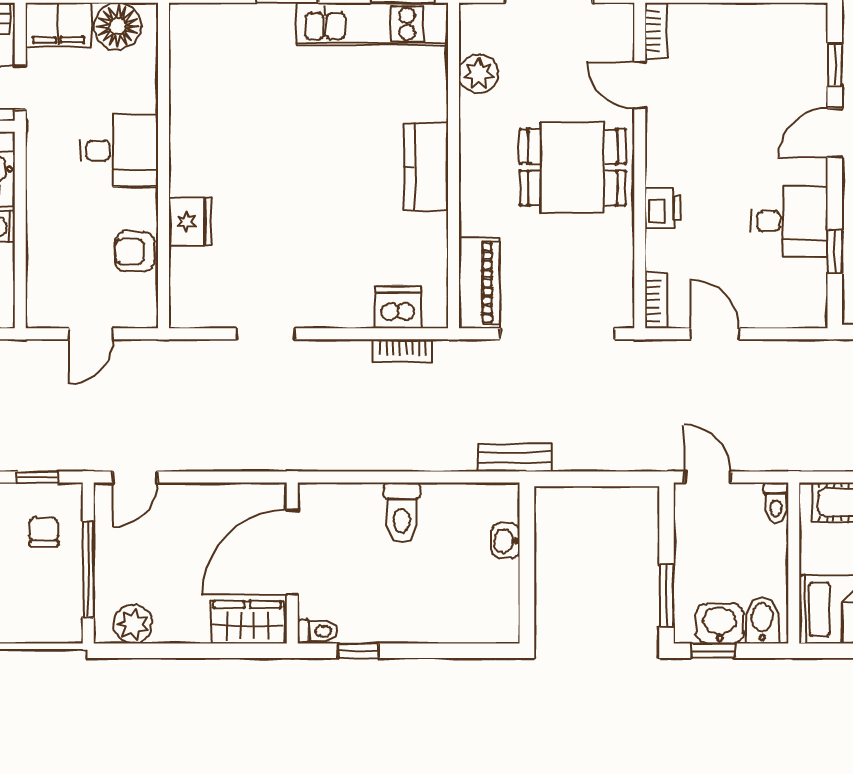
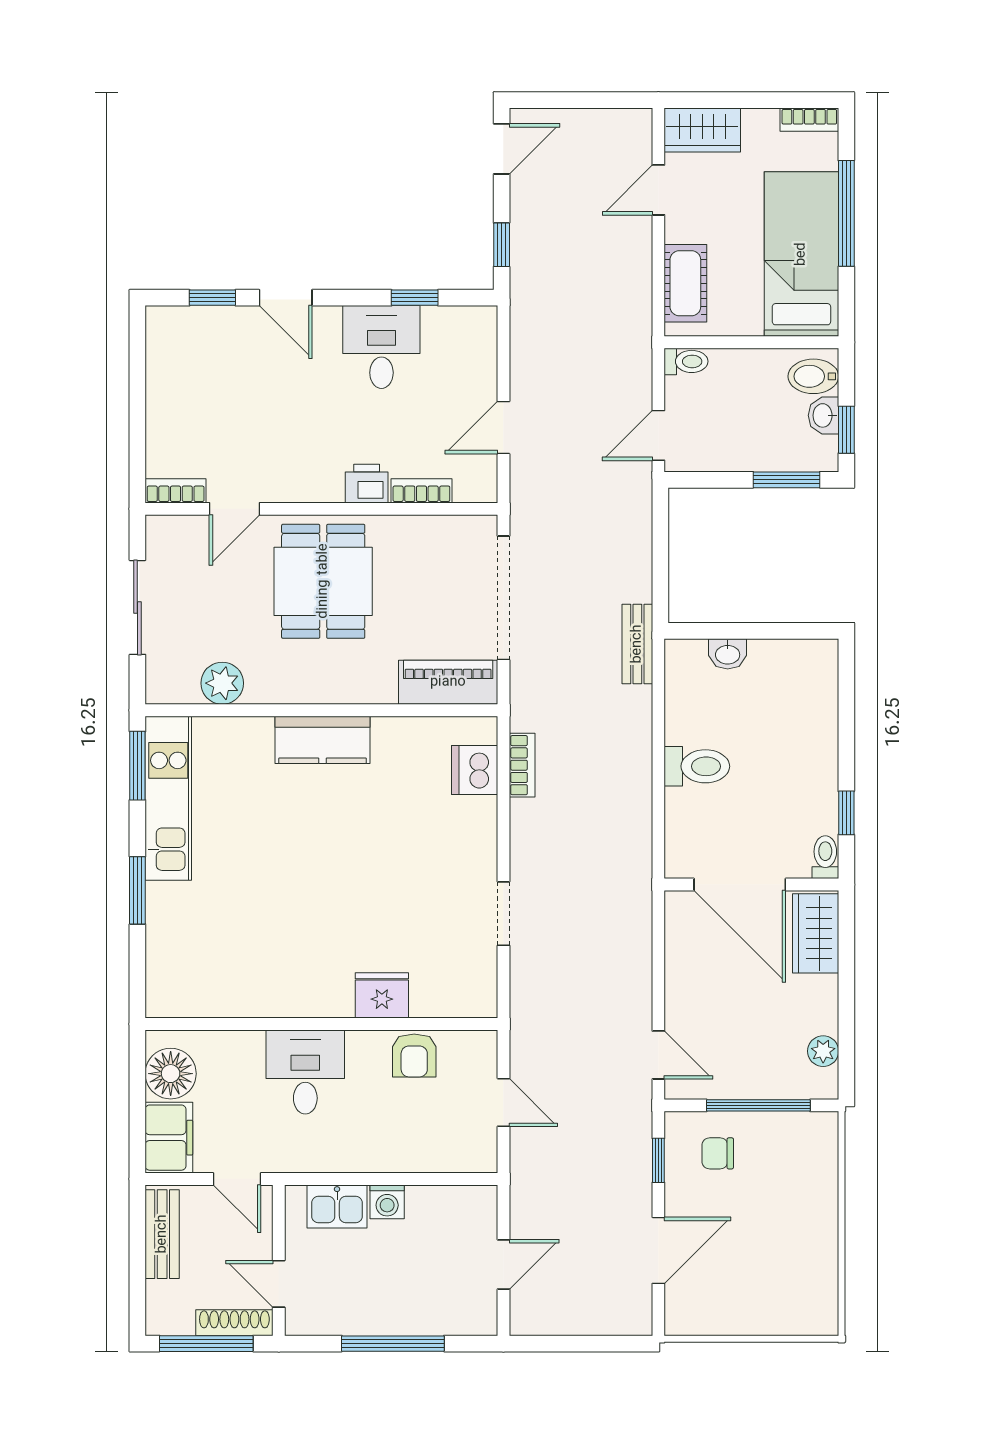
bookcase: (656, 300) -> (421, 491), moved
washbasin: (719, 623) -> (823, 415), width x0.72, depth x0.69
plant: (133, 624) -> (823, 1051), width x0.73, depth x0.73

